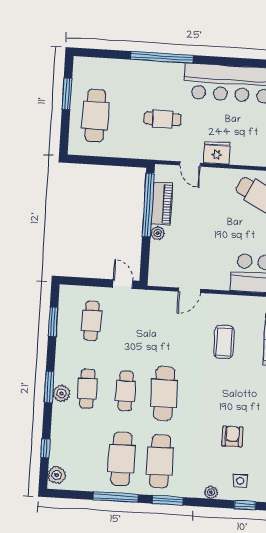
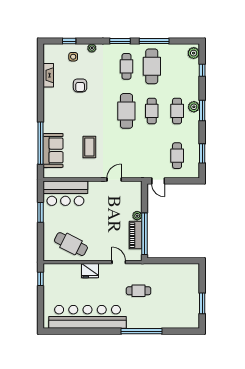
cafe table: (95, 116) -> (183, 290), removed
fridge: (217, 153) -> (90, 271), moved
cafe table: (160, 461) -> (126, 66), width x0.73, depth x0.74

